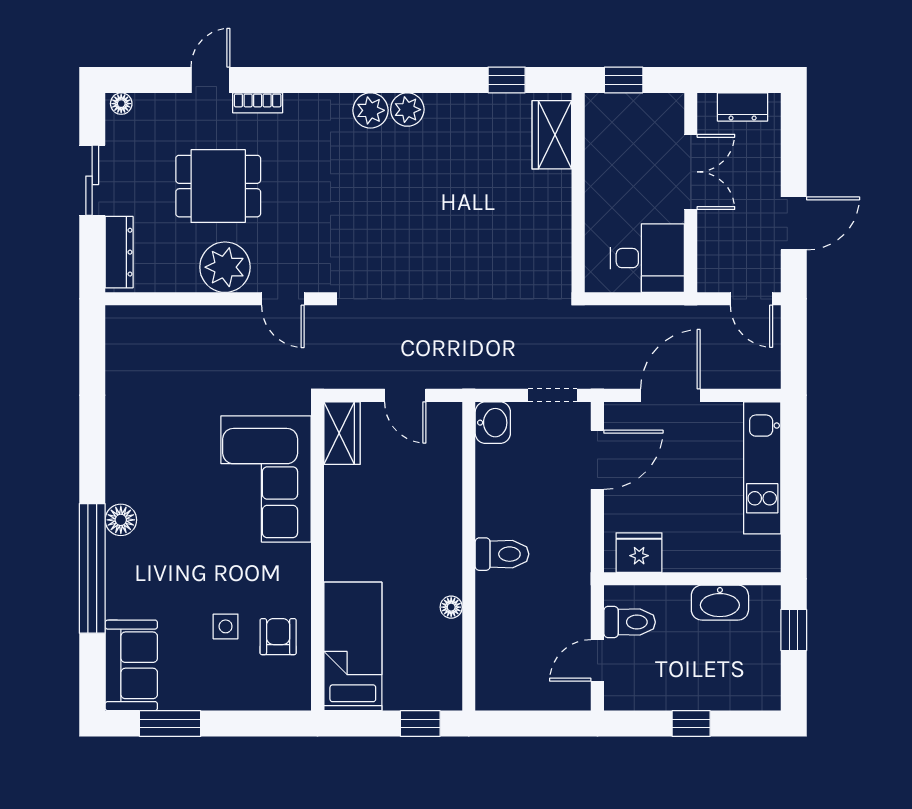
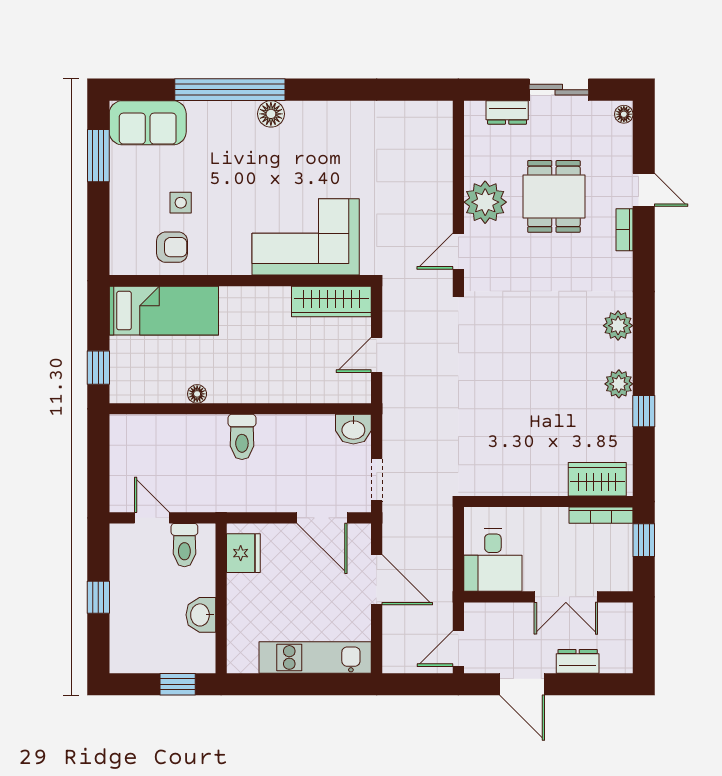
window: (507, 80) -> (644, 411), moved
dresser: (743, 107) -> (578, 661), moved, turned 90
plant: (407, 110) -> (619, 384), moved
bookcase: (594, 131) -> (601, 515), added
dresser: (119, 252) -> (507, 112), width x0.70
wardrobe: (342, 433) -> (331, 301), width x1.50
washbasin: (720, 603) -> (201, 615), width x0.72

